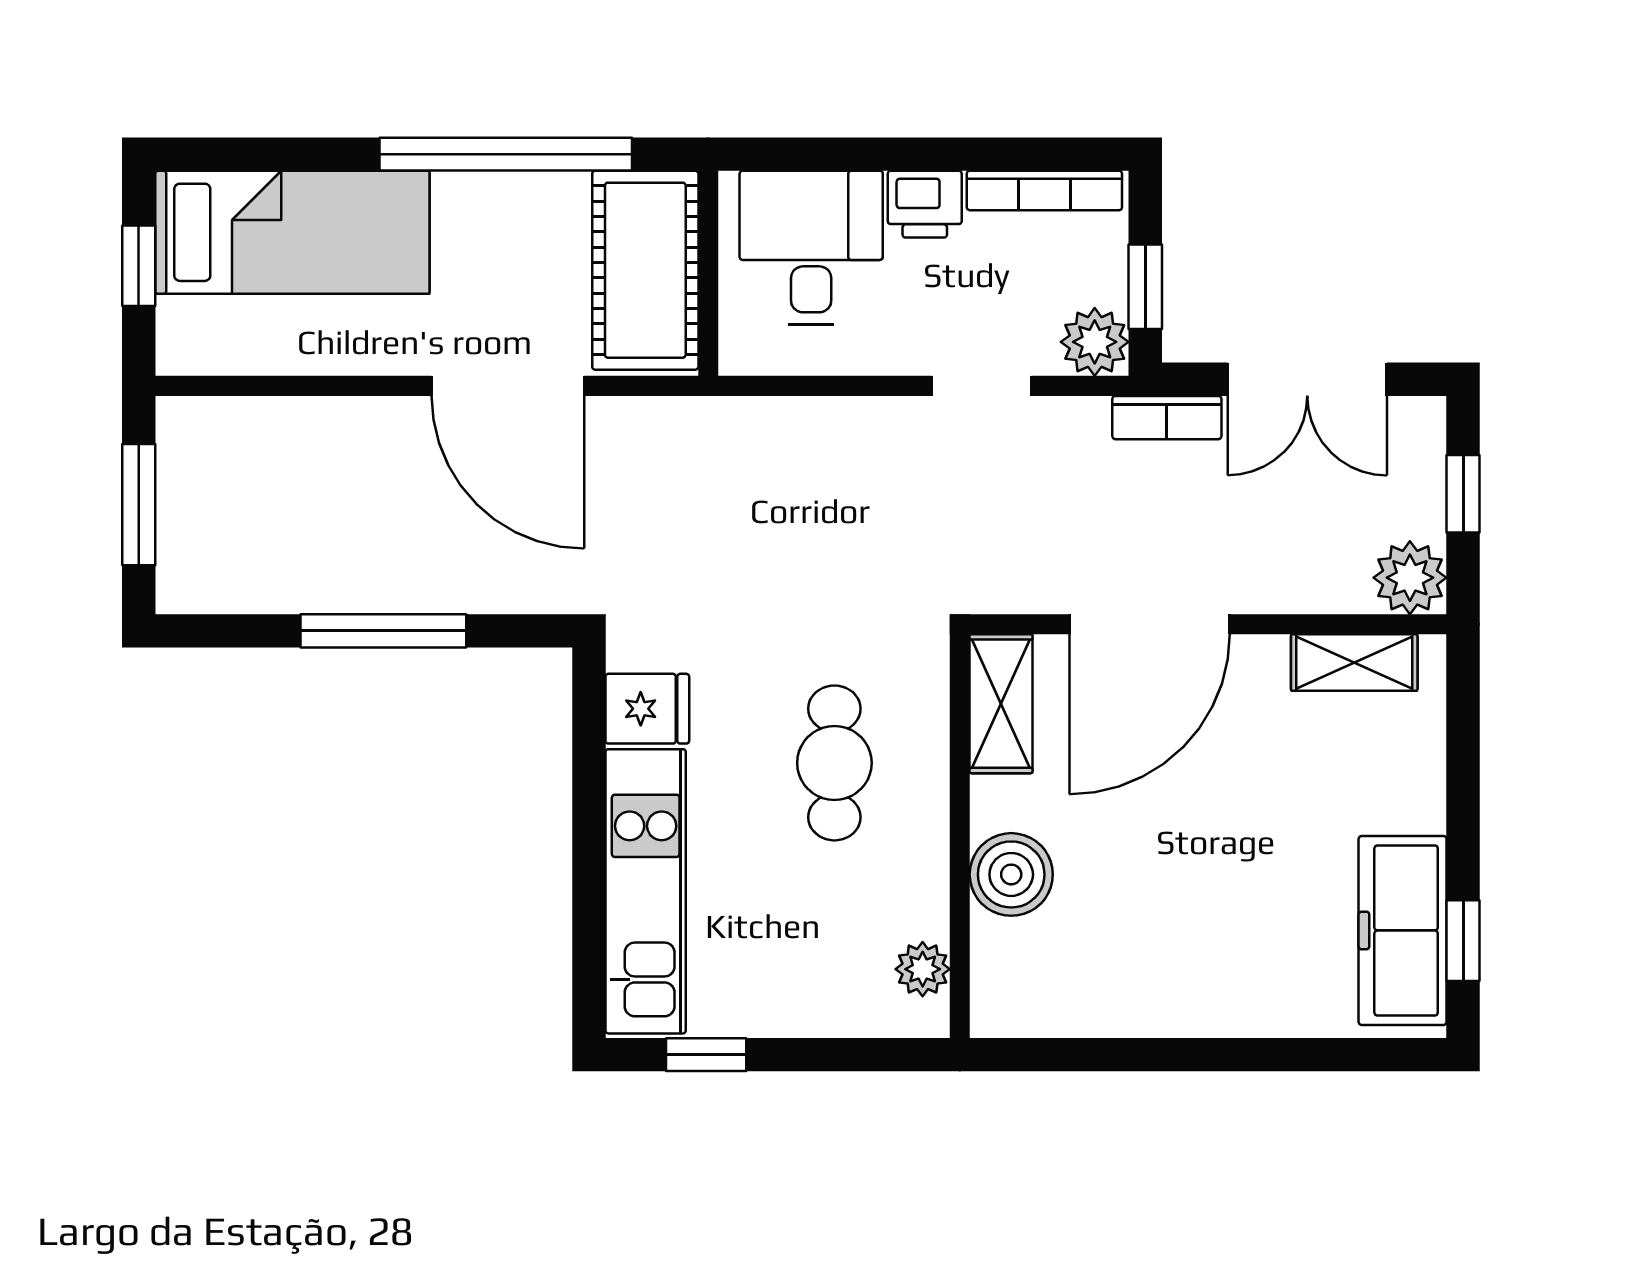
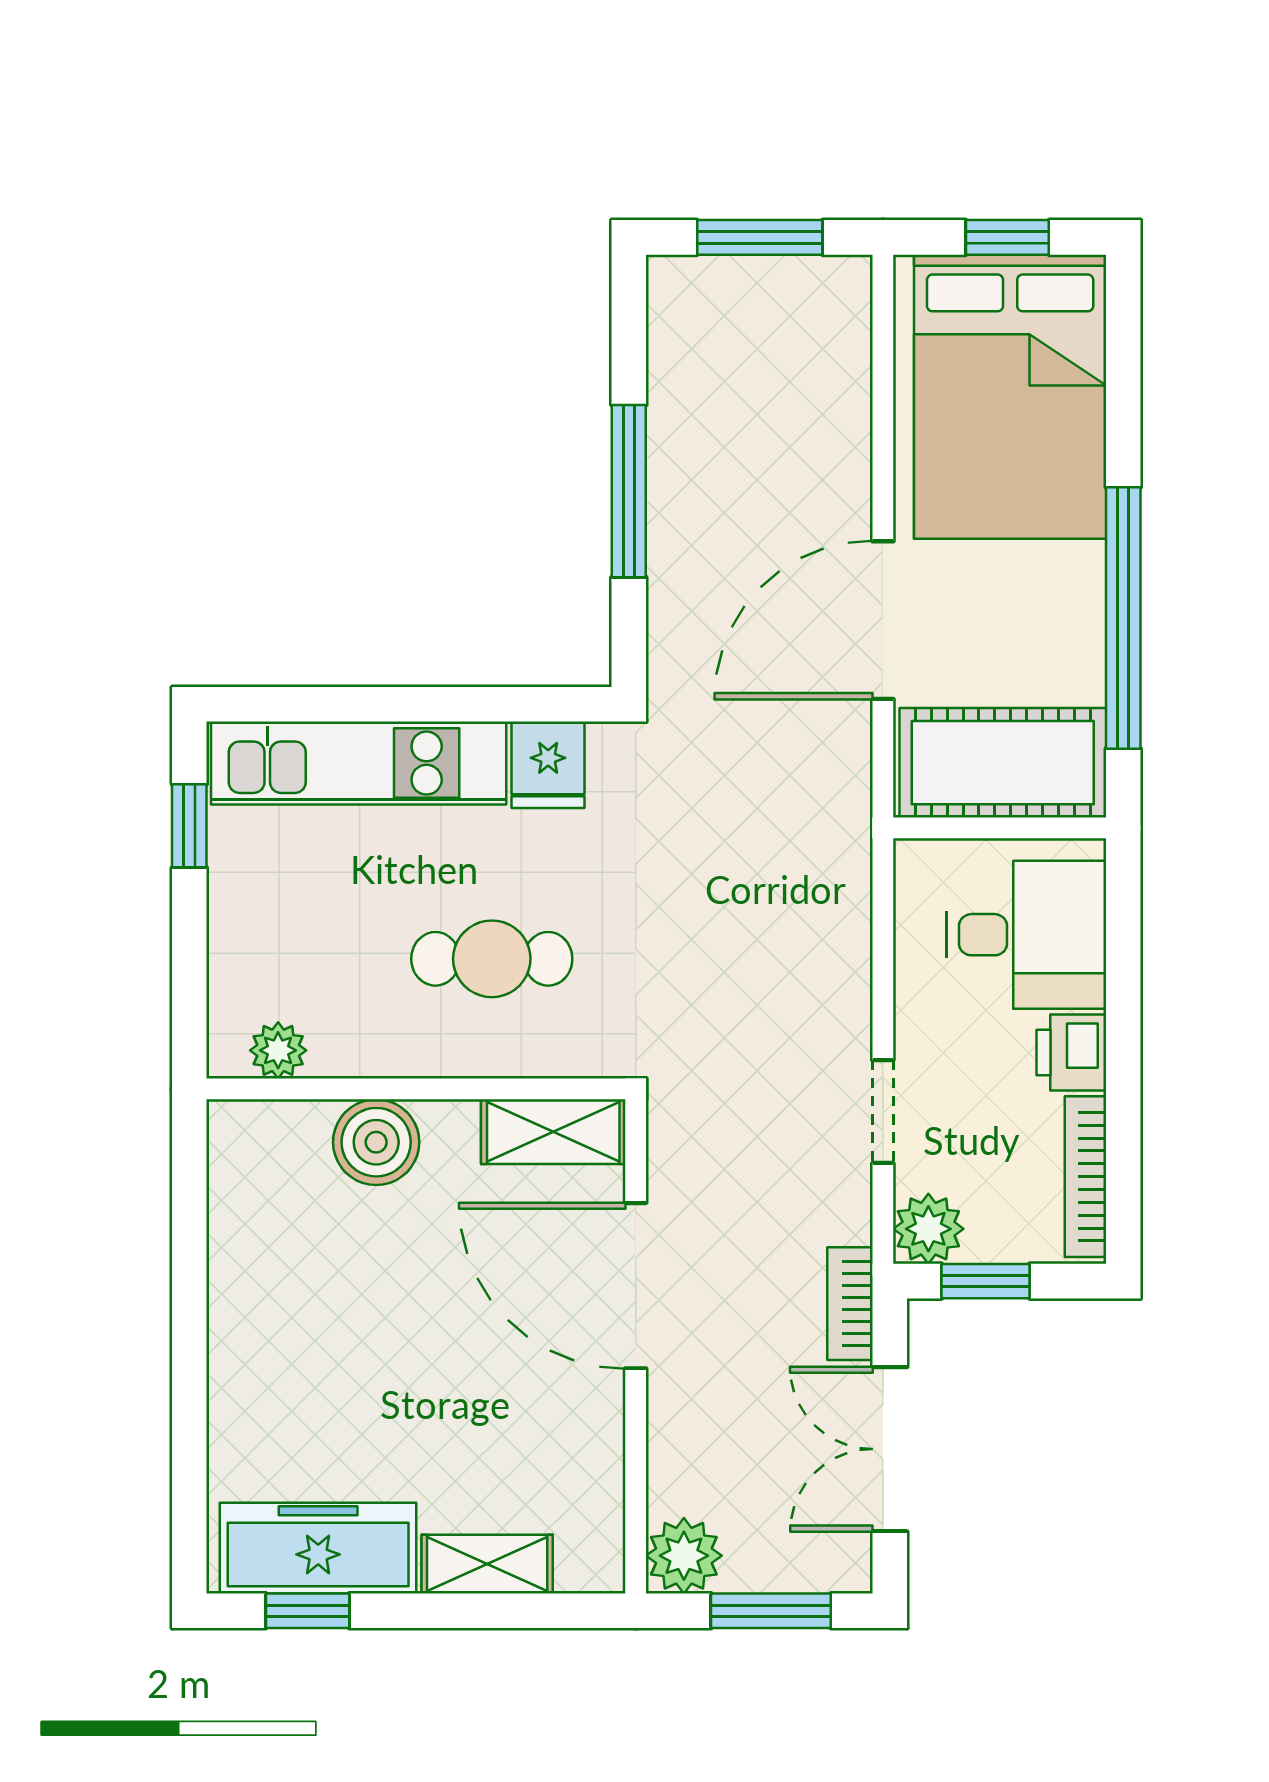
bed: (292, 232) -> (1010, 397), width x1.50
window: (1463, 494) -> (771, 1611), width x1.50
shelving: (1354, 663) -> (487, 1564), moved, turned 90

